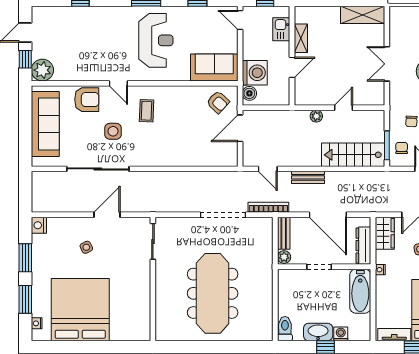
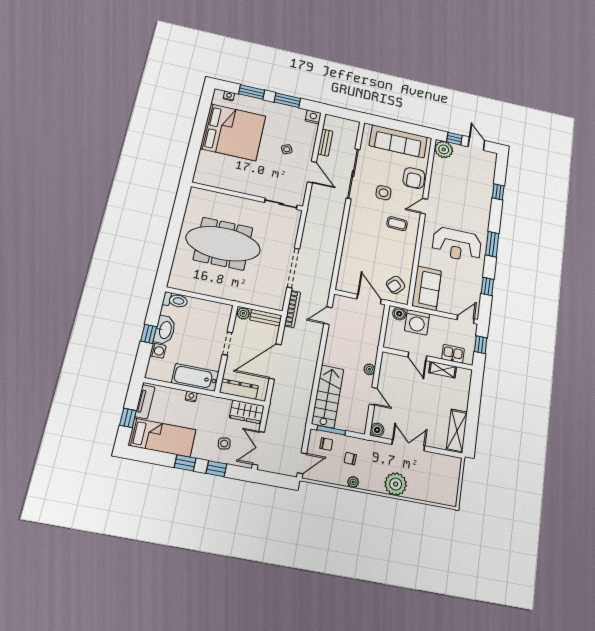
boiler: (377, 98) -> (377, 430), added
bench: (308, 177) -> (325, 143), moved
nightstand: (380, 270) -> (191, 397), moved

